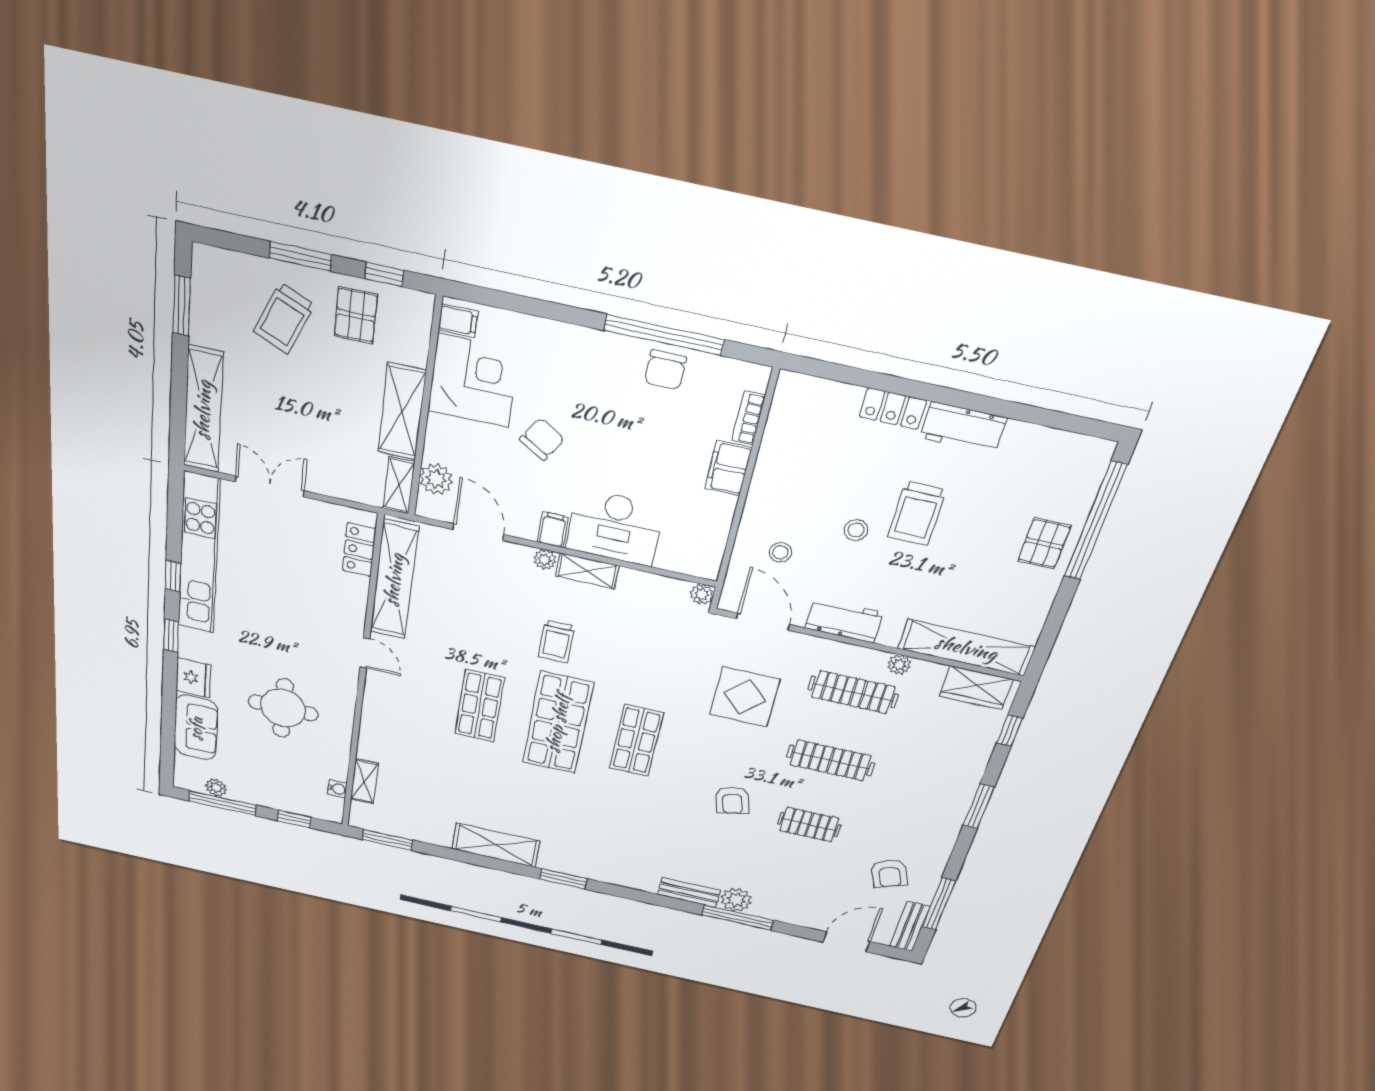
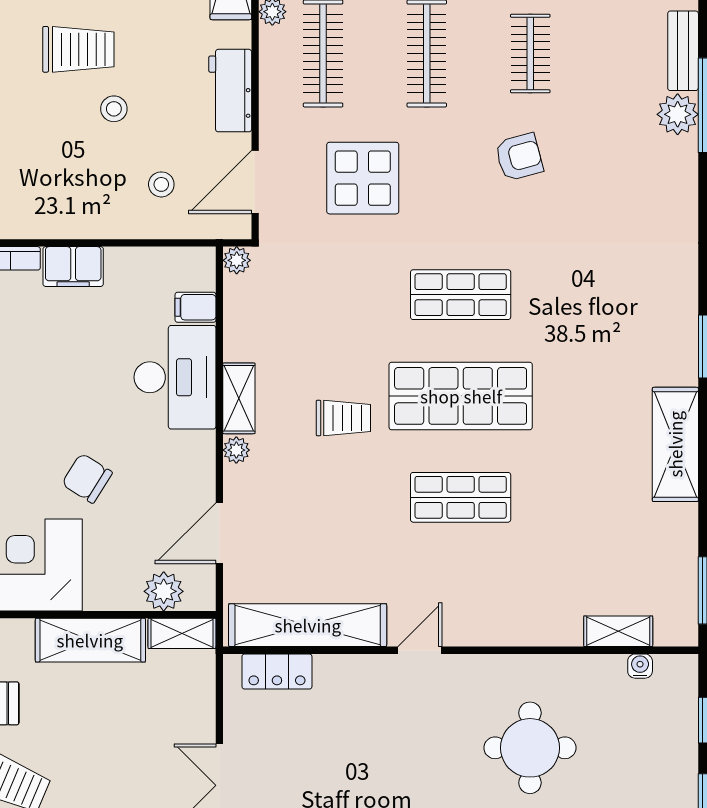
filing cabinet: (553, 530) -> (195, 307), moved
bench: (689, 893) -> (683, 51), moved

